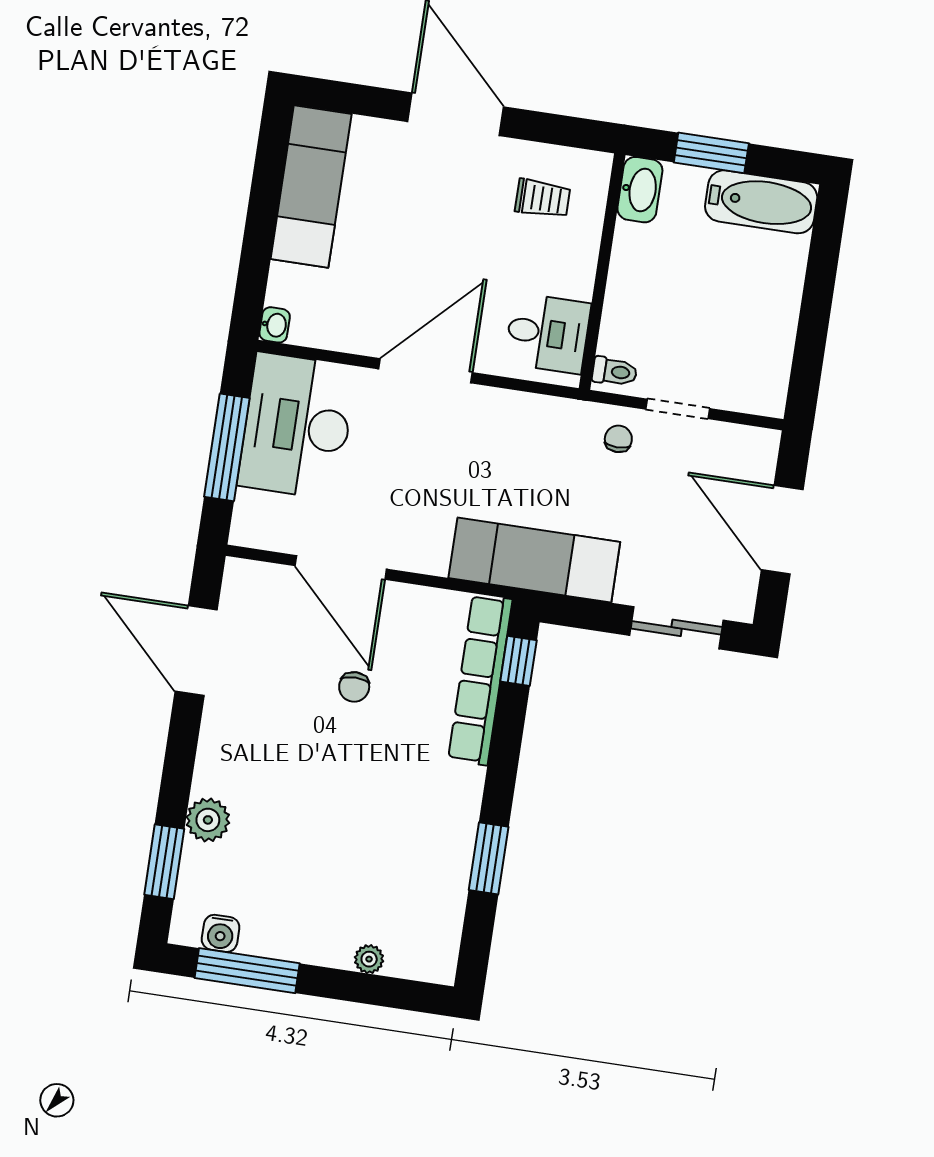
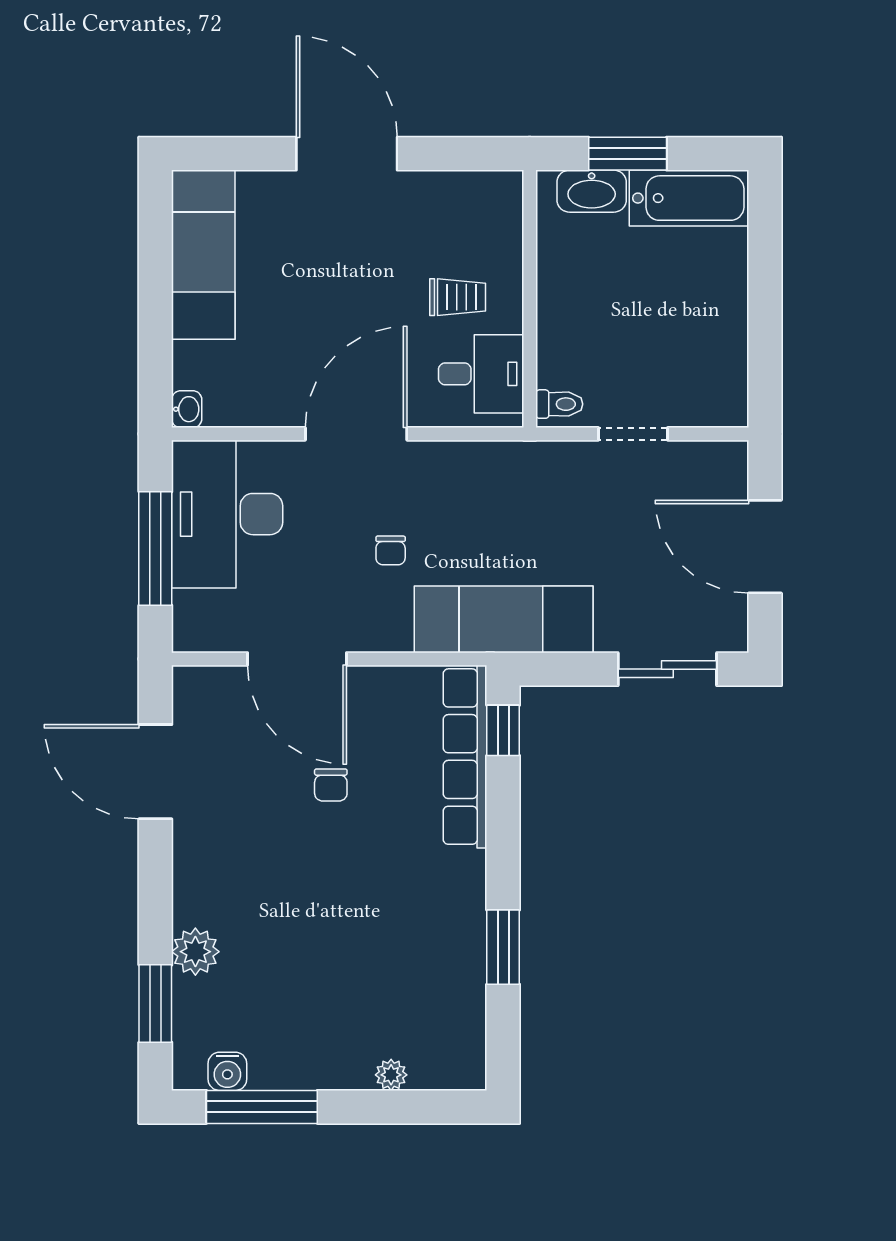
washbasin: (640, 190) -> (592, 191), moved, turned 90
trolley: (543, 198) -> (458, 297), moved
chair: (618, 439) -> (391, 550), moved, turned 180

